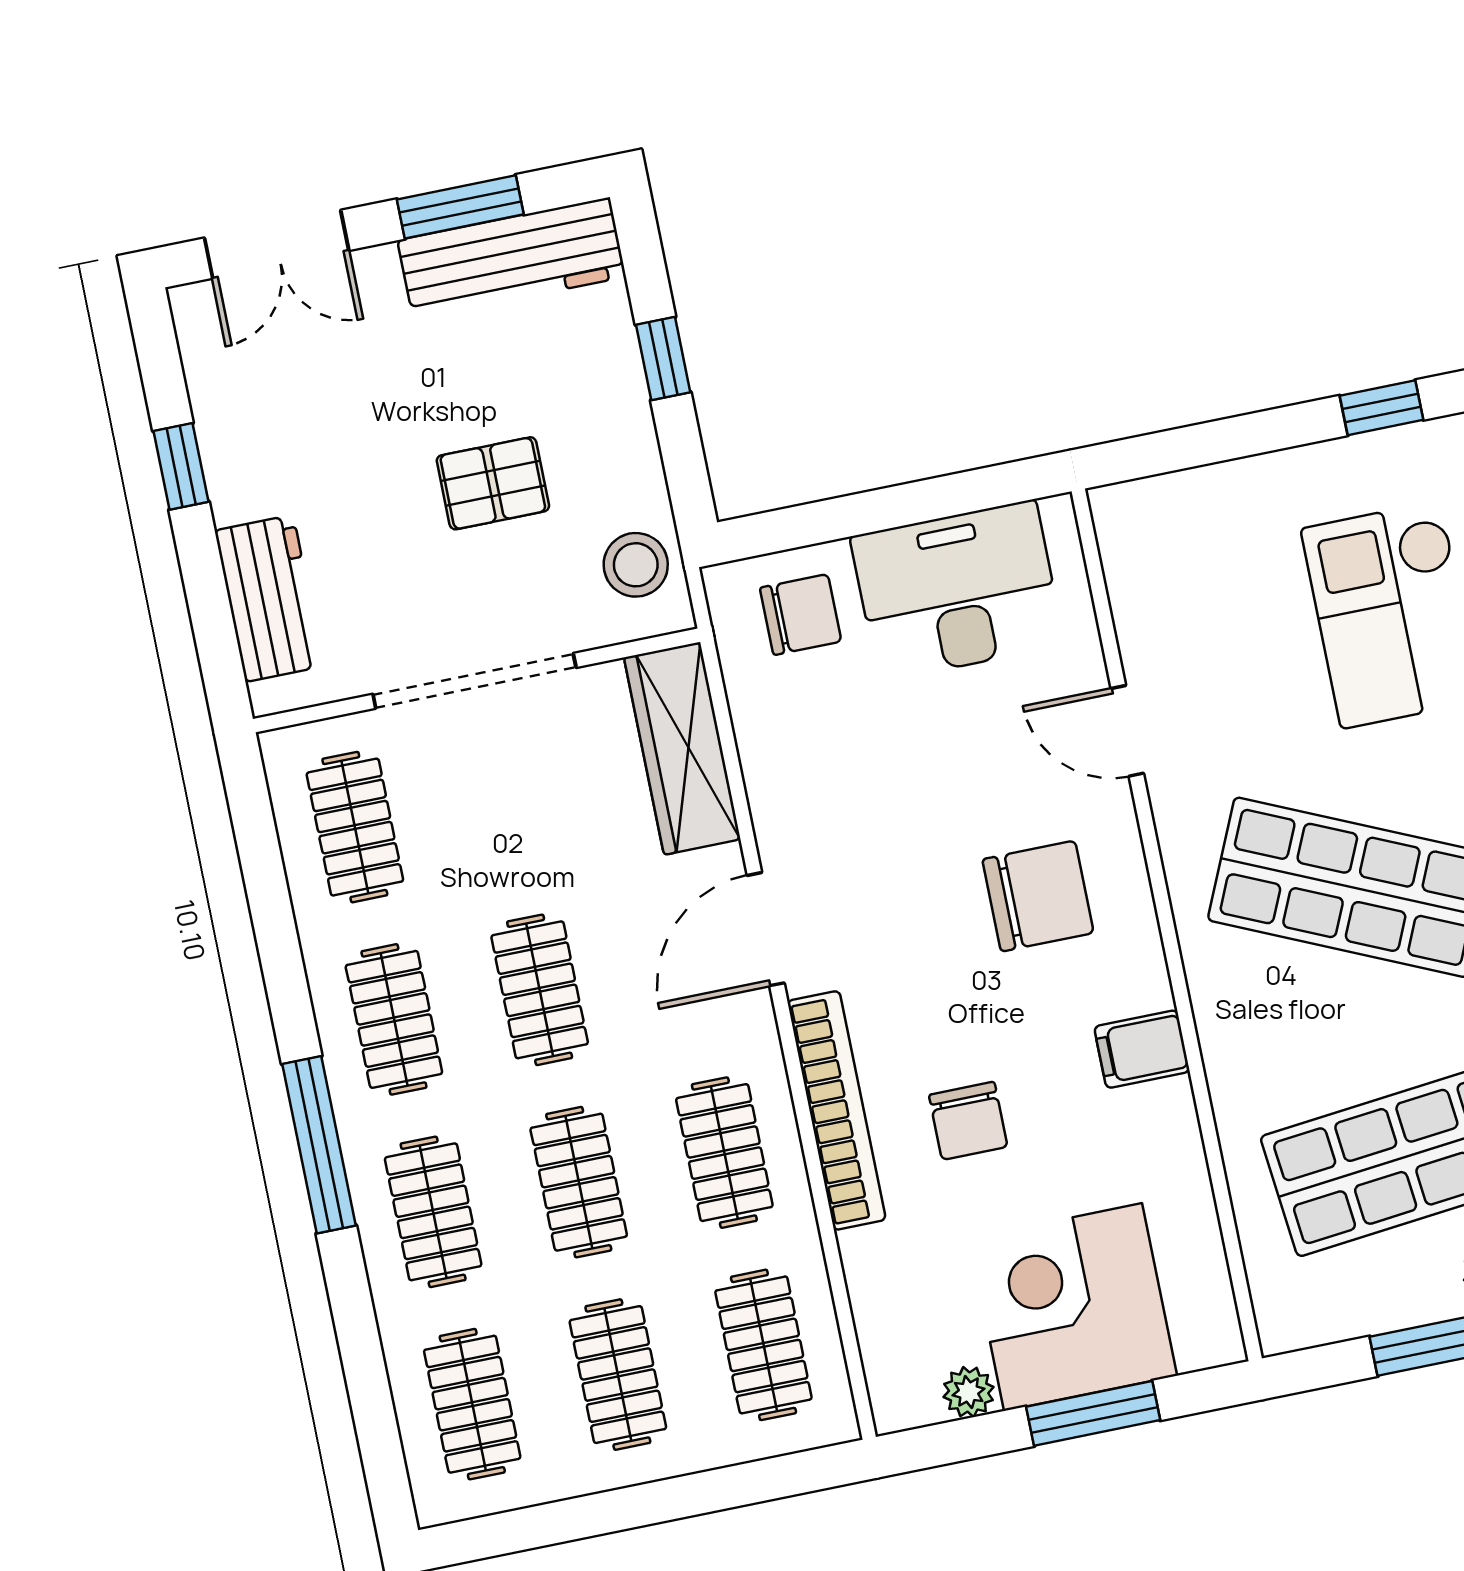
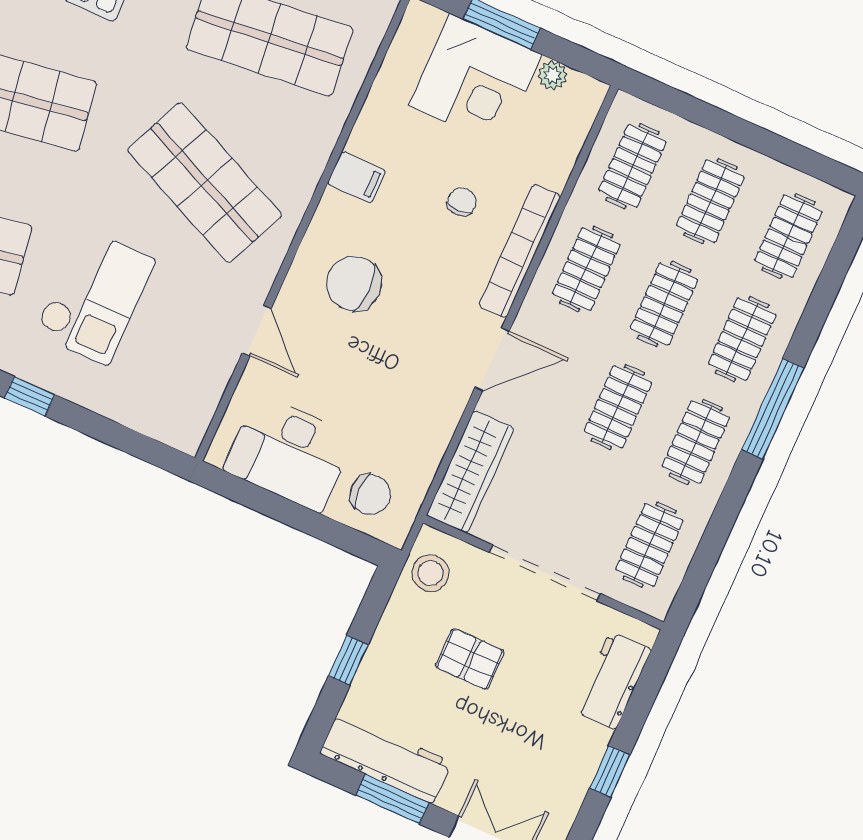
chair: (801, 615) -> (370, 495), turned 180
chair: (968, 1121) -> (462, 202), width x0.73, depth x0.73

